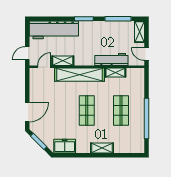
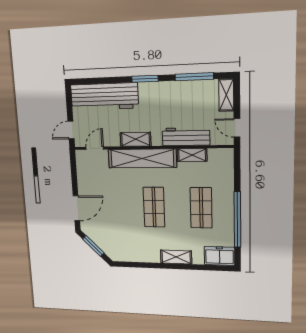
shelving: (63, 61) -> (136, 139), moved
freezer: (65, 146) -> (219, 256), moved

